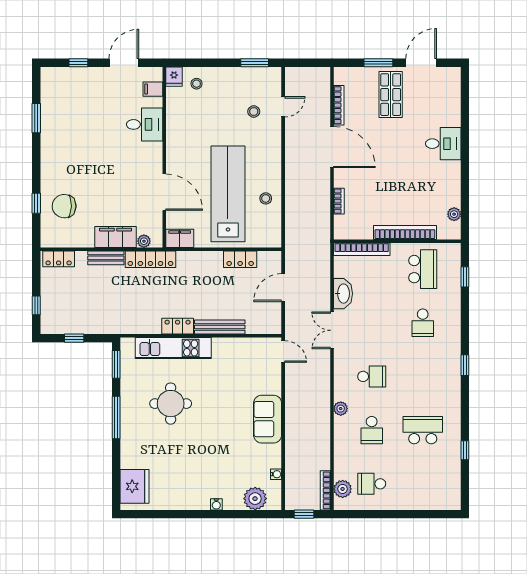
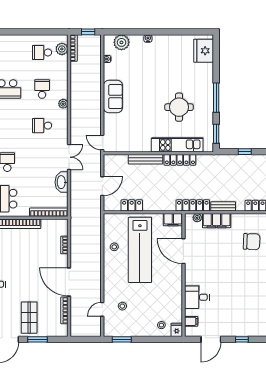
locker: (178, 326) -> (180, 160), width x1.53
school desk: (372, 484) -> (42, 52), turned 180

